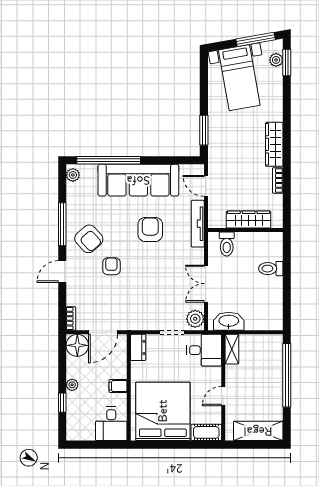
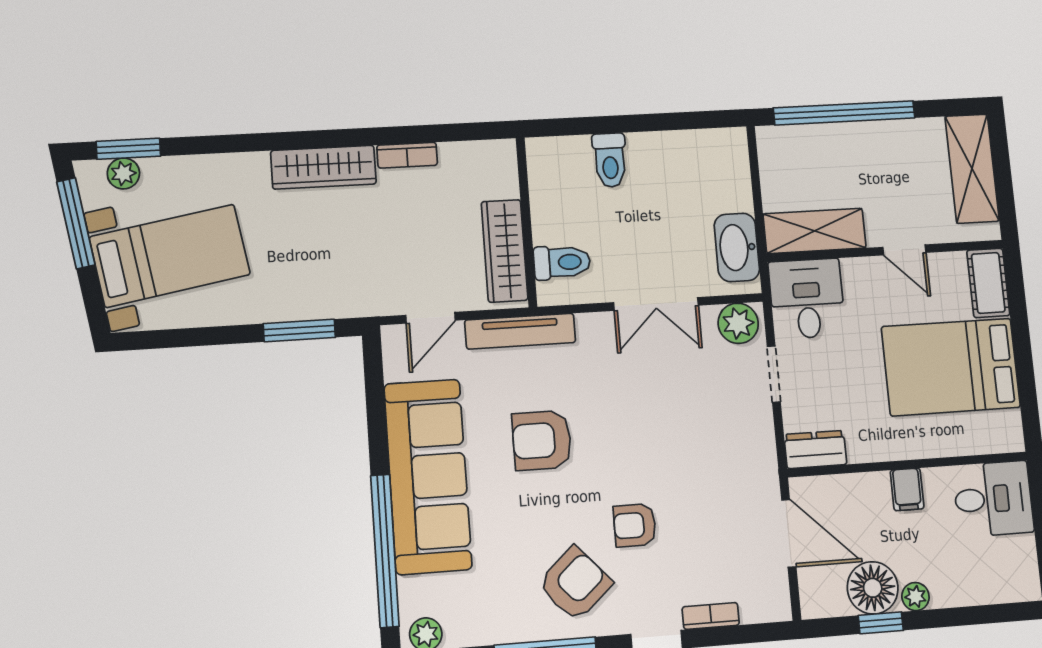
wardrobe: (249, 220) -> (505, 251), moved
bookcase: (71, 319) -> (711, 616), moved
floor lamp: (77, 345) -> (873, 588), moved
shelving: (232, 349) -> (815, 231), width x1.50, depth x1.33
window: (62, 403) -> (881, 623), moved
bed: (163, 411) -> (951, 367), width x0.73

